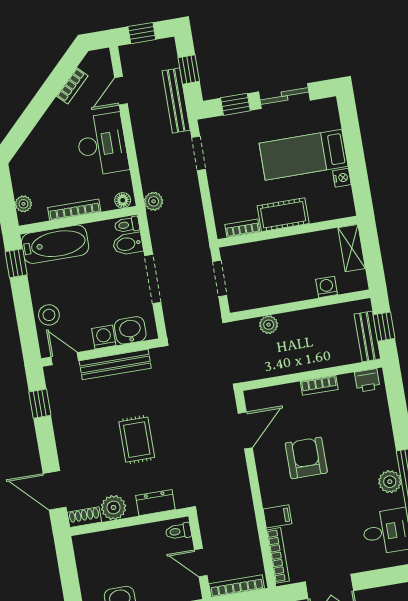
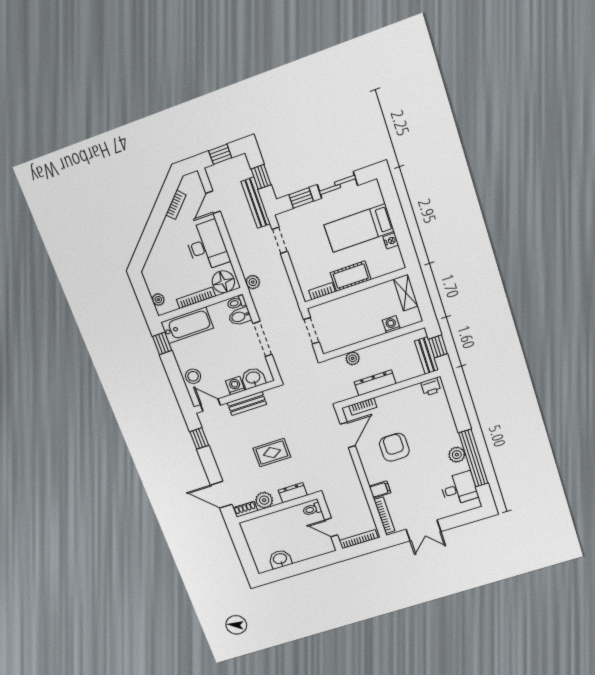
floor lamp: (123, 200) -> (223, 282), width x1.89, depth x1.89
dresser: (293, 363) -> (375, 383), added
bench: (115, 365) -> (247, 404), width x0.73
bookcase: (319, 385) -> (363, 407), moved
rug: (137, 440) -> (272, 453), turned 90

